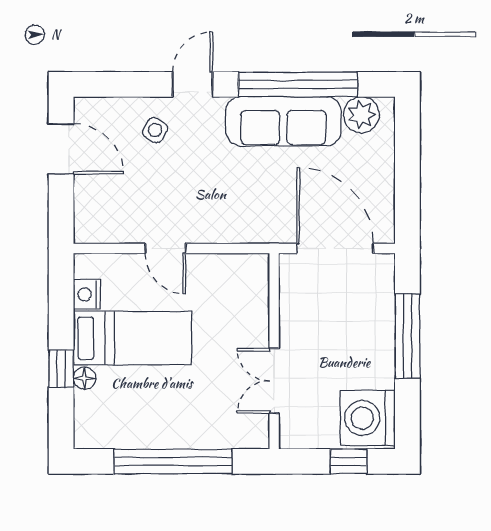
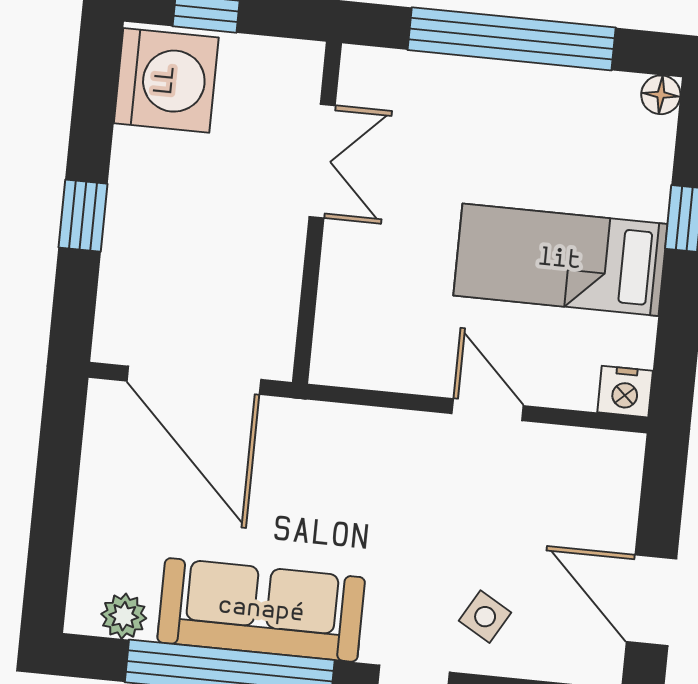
plant: (361, 115) -> (124, 616), width x0.73, depth x0.73
nightstand: (87, 294) -> (625, 392), moved, turned 90
window: (407, 336) -> (83, 216), width x0.46
floor lamp: (85, 378) -> (661, 95), moved

